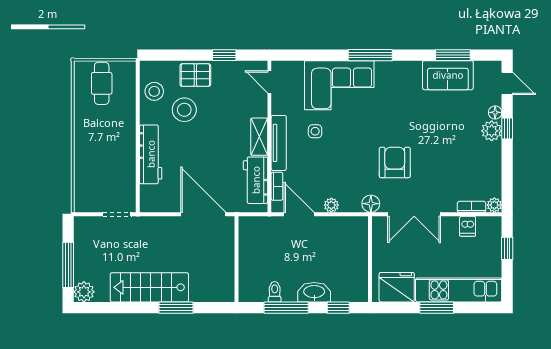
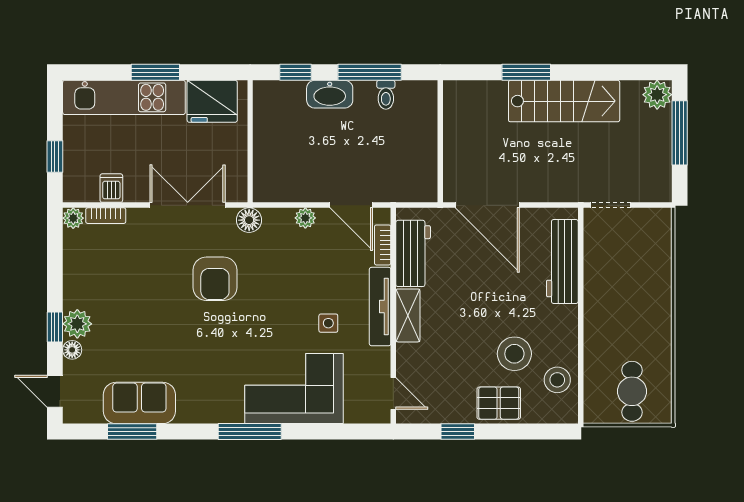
workbench: (151, 154) -> (562, 262), moved

